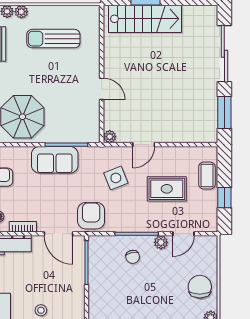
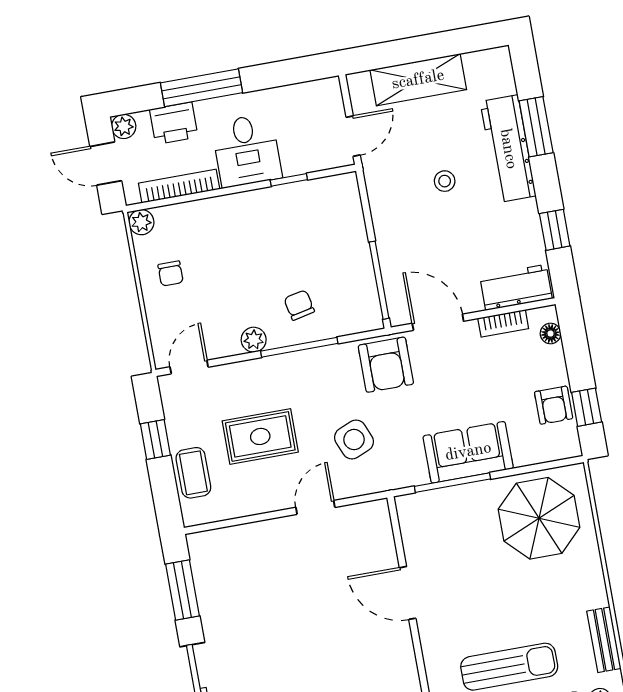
door: (102, 89) -> (408, 593), width x1.38
plant: (110, 137) -> (378, 511), removed
door: (183, 234) -> (189, 367), moved
chair: (200, 287) -> (171, 274), width x0.54, depth x0.54

